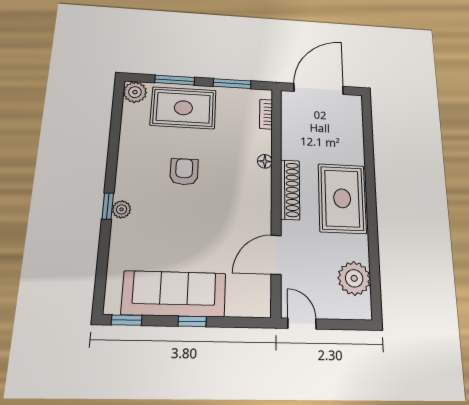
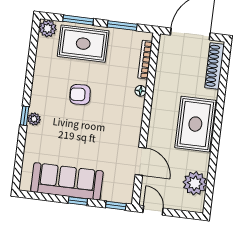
bookcase: (266, 114) -> (145, 60), width x1.56
armchair: (184, 172) -> (80, 94), turned -94
shoe rack: (290, 190) -> (214, 66), moved, turned 180
door: (276, 255) -> (141, 161), swing flipped
window: (127, 320) -> (116, 206), moved

